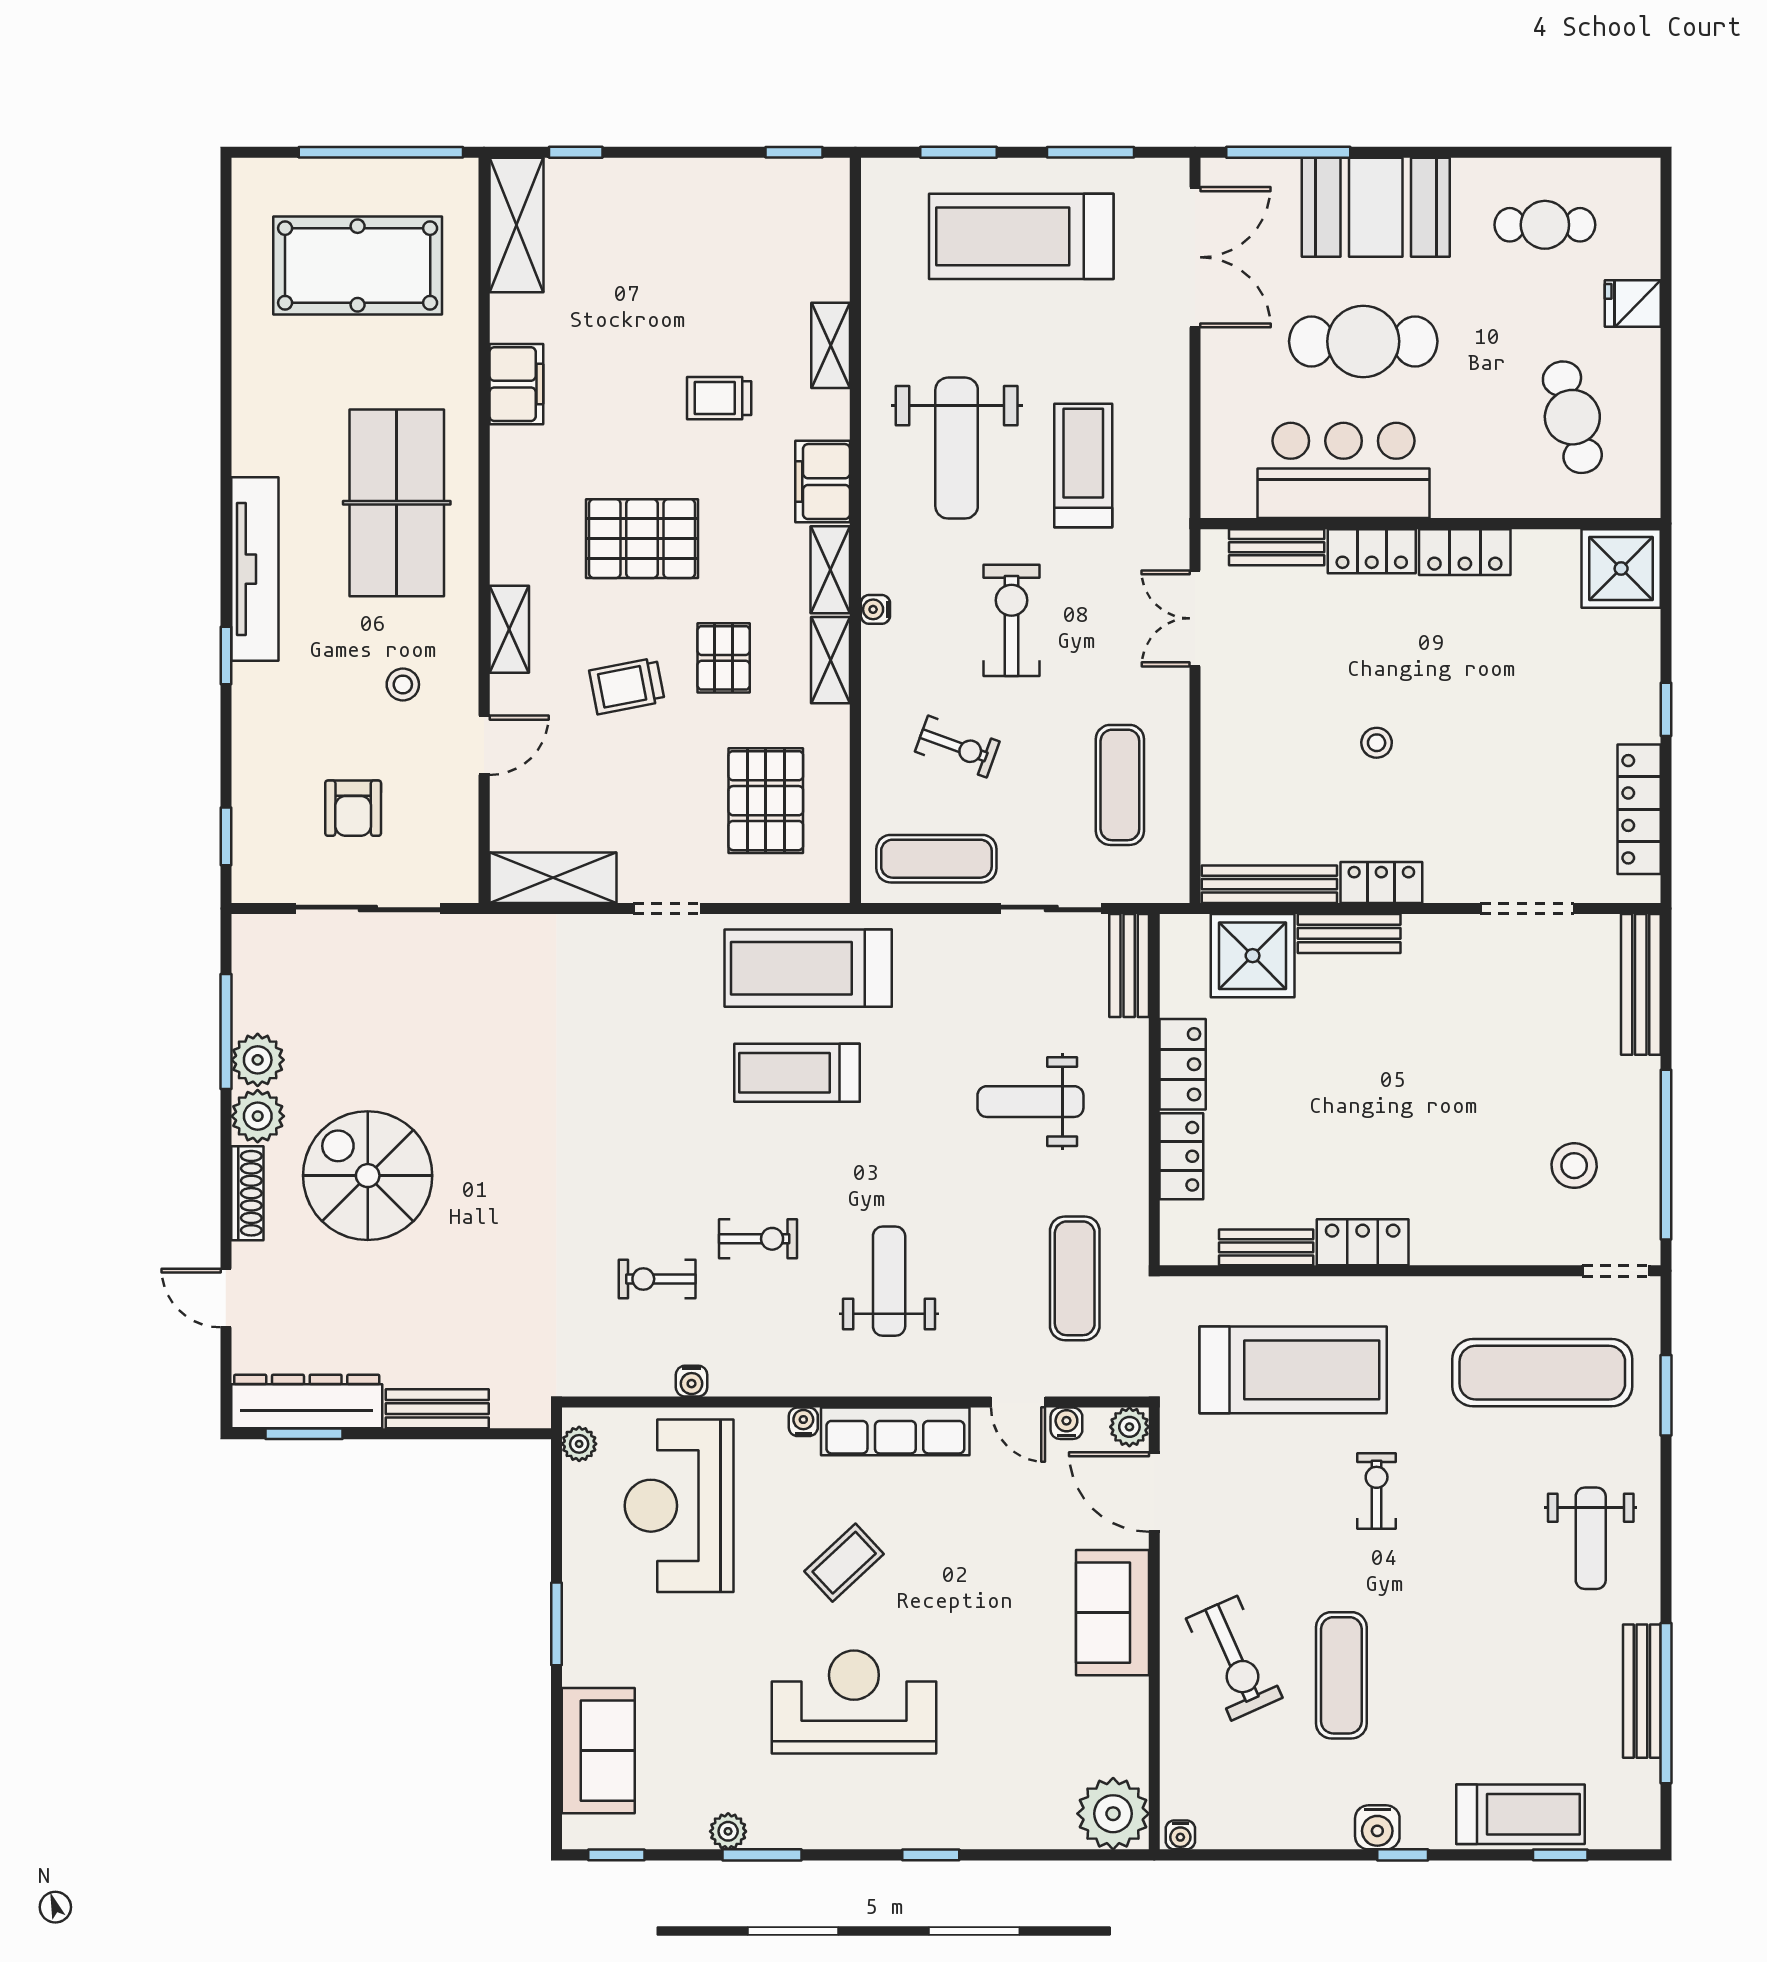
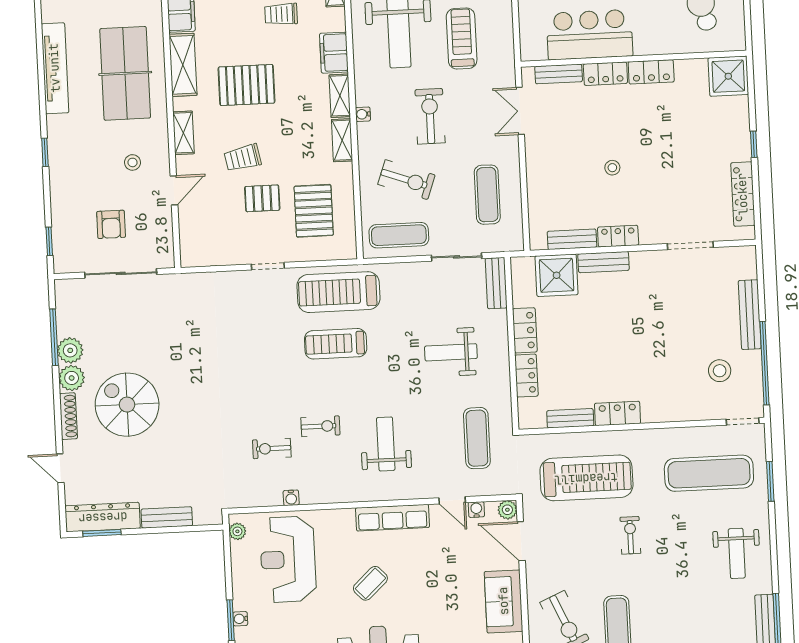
tv unit: (255, 569) -> (55, 68), moved
pallet: (724, 658) -> (262, 198), moved, turned 90
exercise bike: (957, 747) -> (406, 180), width x1.38, depth x1.39
shelving: (553, 878) -> (183, 65), moved, turned 90
bench: (1269, 884) -> (572, 239), width x0.73
bench: (1641, 984) -> (750, 315), moved
water cooler: (803, 1422) -> (240, 619), moved, turned -90

